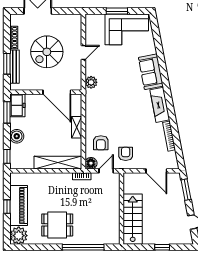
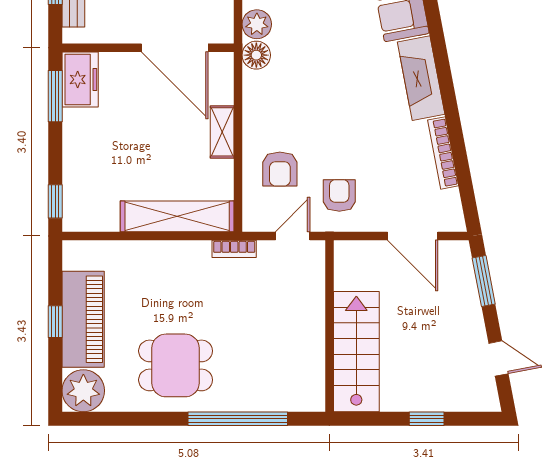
boiler: (17, 136) -> (79, 153), removed
floor lamp: (91, 163) -> (256, 55), moved

